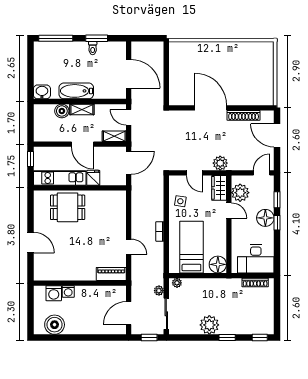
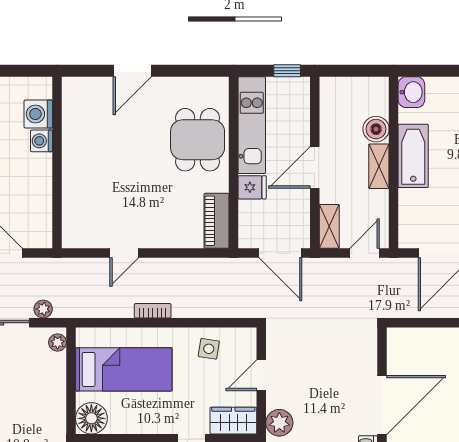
piano: (111, 274) -> (216, 221), moved, turned 180

